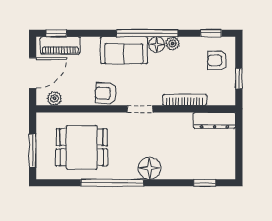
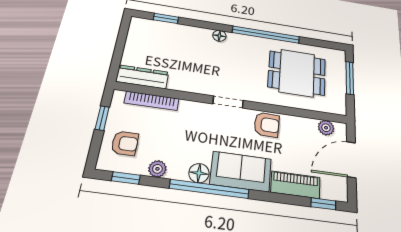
plant: (173, 43) -> (157, 169), moved
piano: (60, 45) -> (295, 185), moved
bookcase: (185, 100) -> (152, 101), moved
floor lamp: (149, 168) -> (219, 36), width x0.53, depth x0.53

